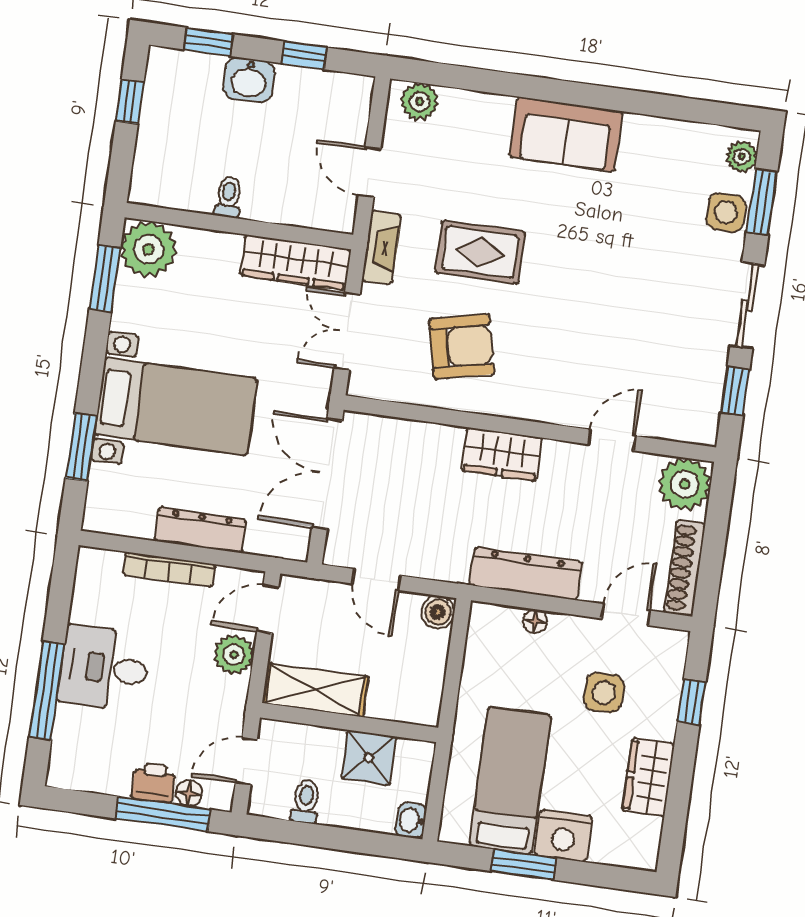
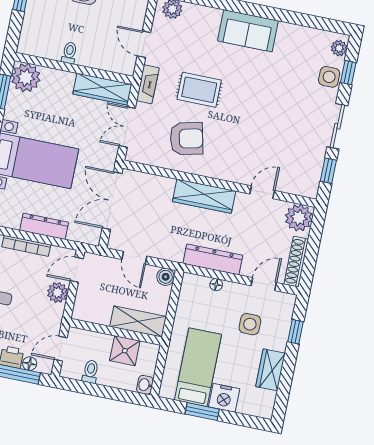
window: (762, 202) -> (348, 73), width x0.67
wardrobe: (502, 454) -> (204, 196), width x1.50
shelving: (315, 690) -> (138, 321), moved

